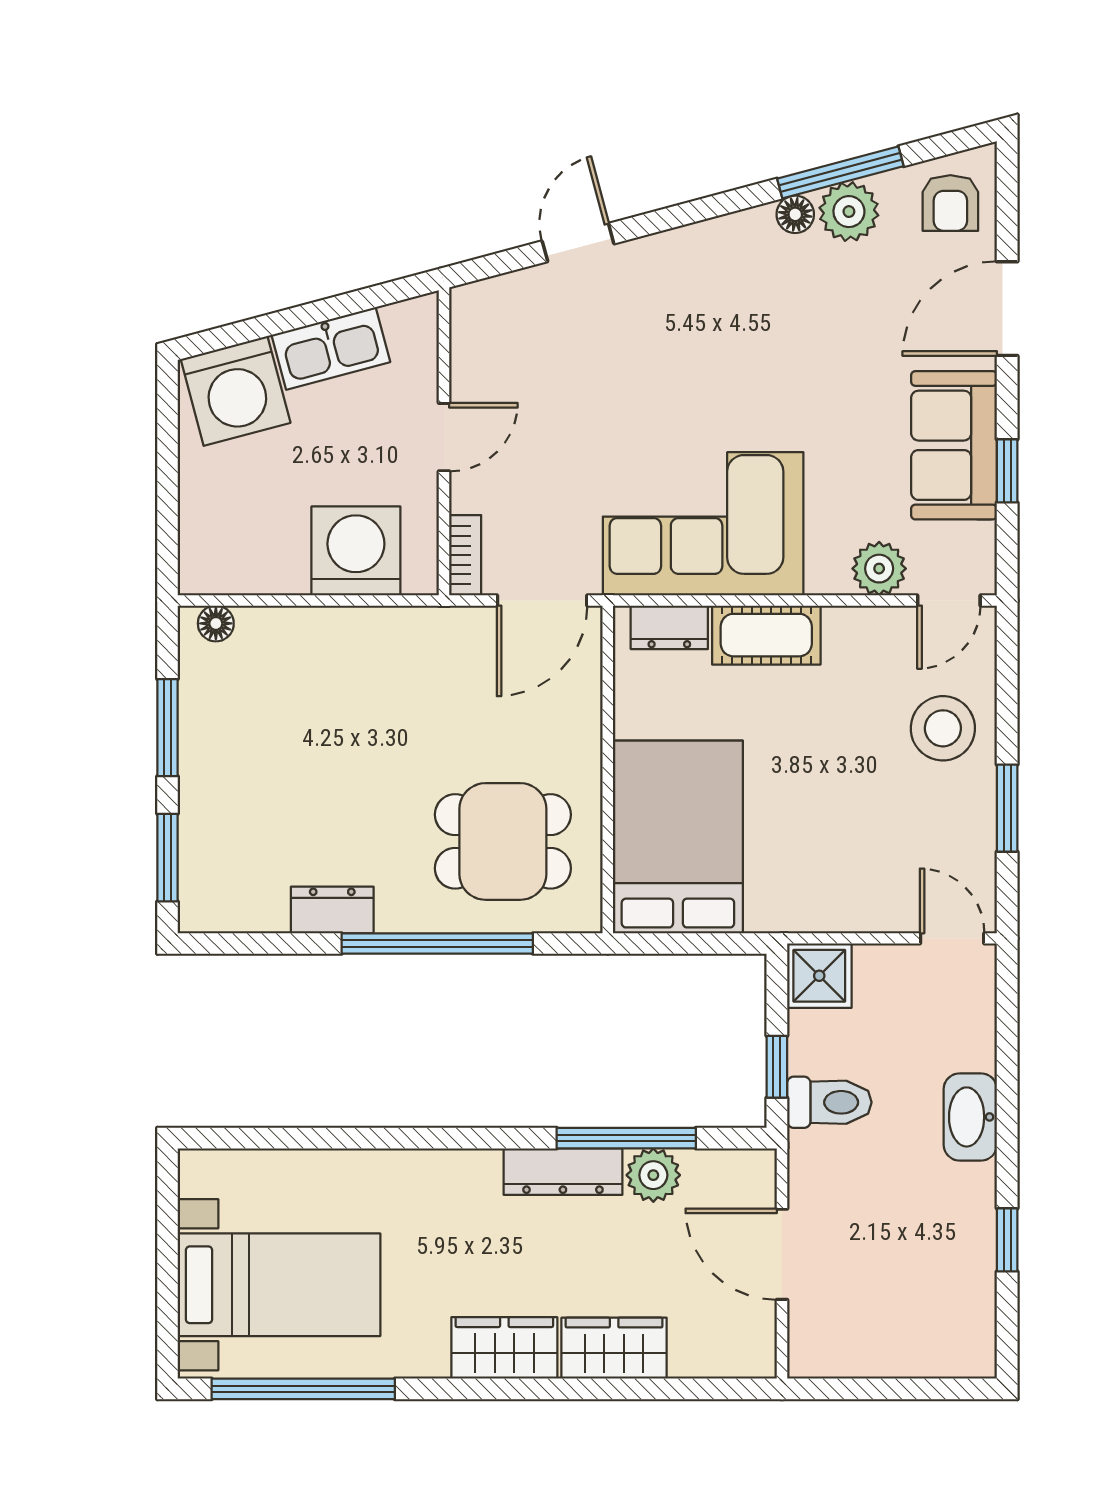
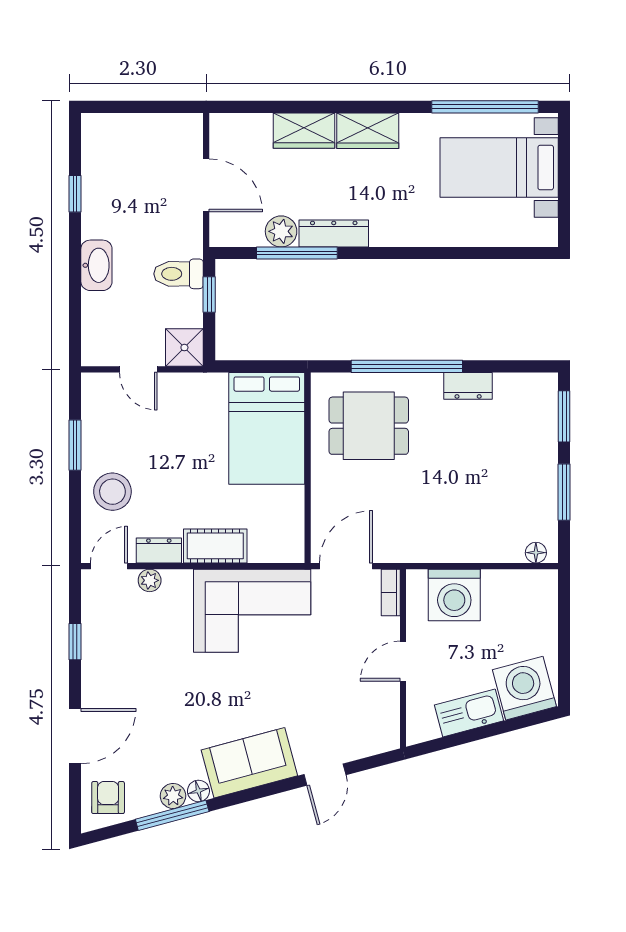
plant: (849, 212) -> (173, 796), width x0.73, depth x0.73
sofa: (954, 445) -> (249, 763), moved, turned -105
plant: (879, 569) -> (150, 580), width x0.73, depth x0.73
dresser: (669, 627) -> (159, 550), moved
door: (952, 938) -> (138, 369), moved

